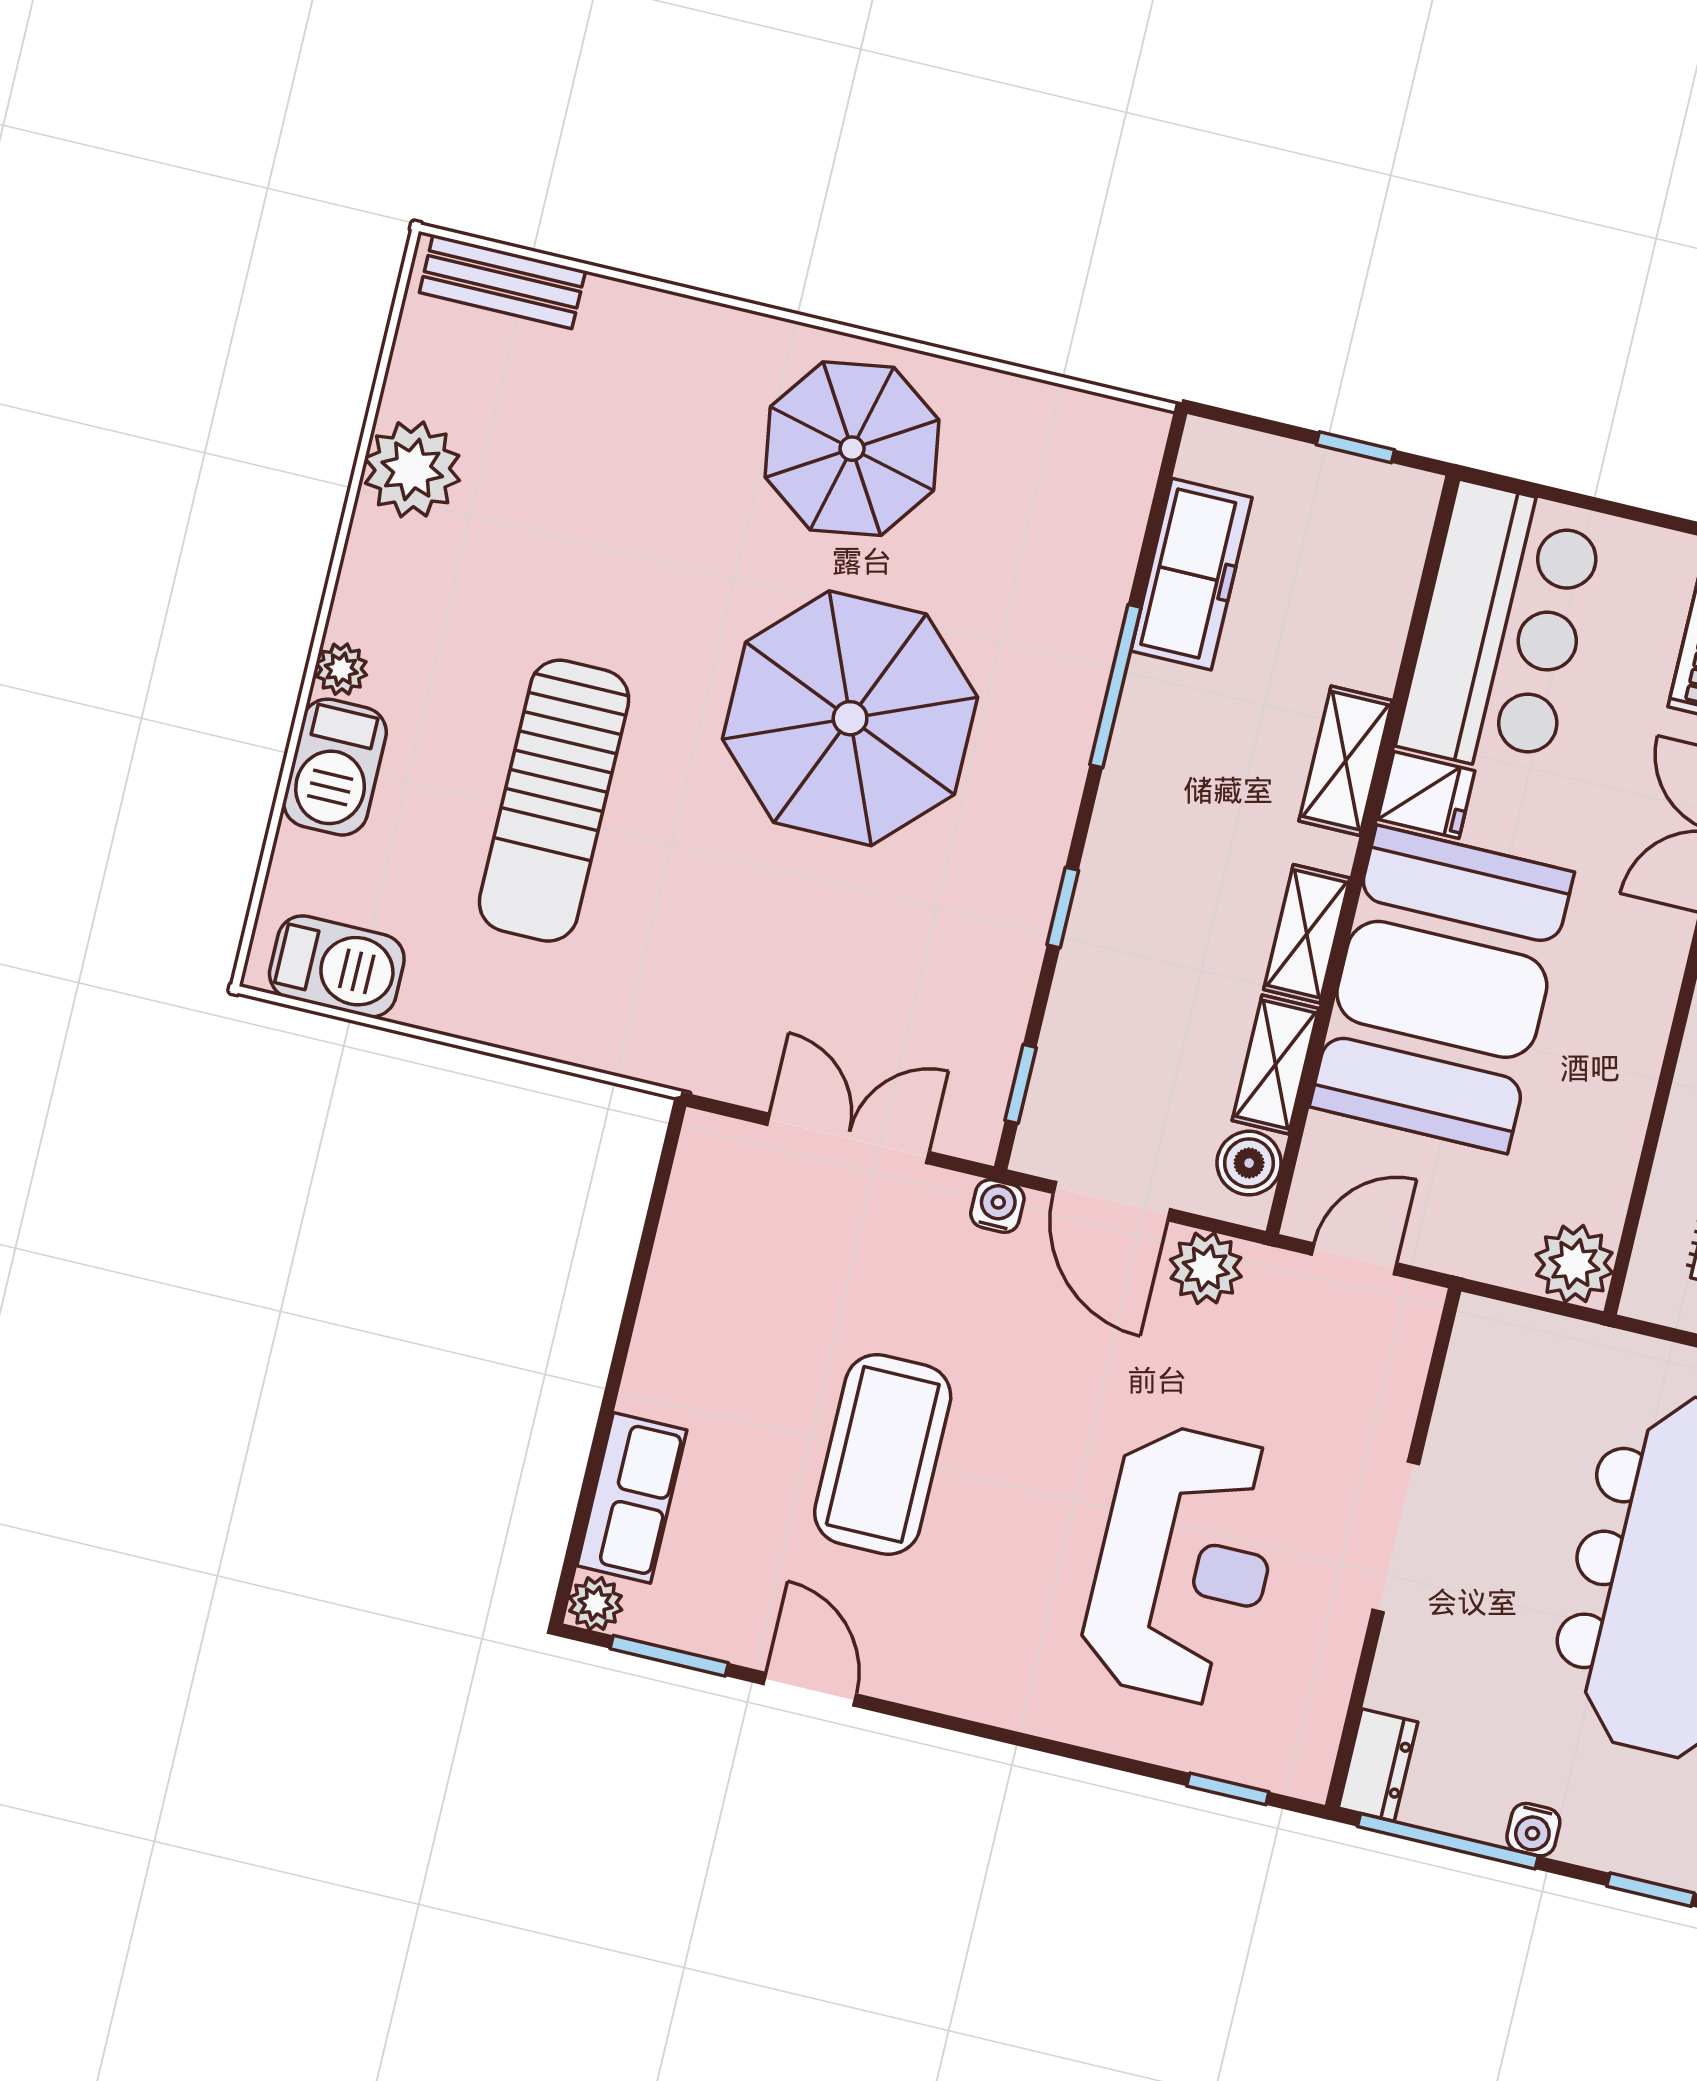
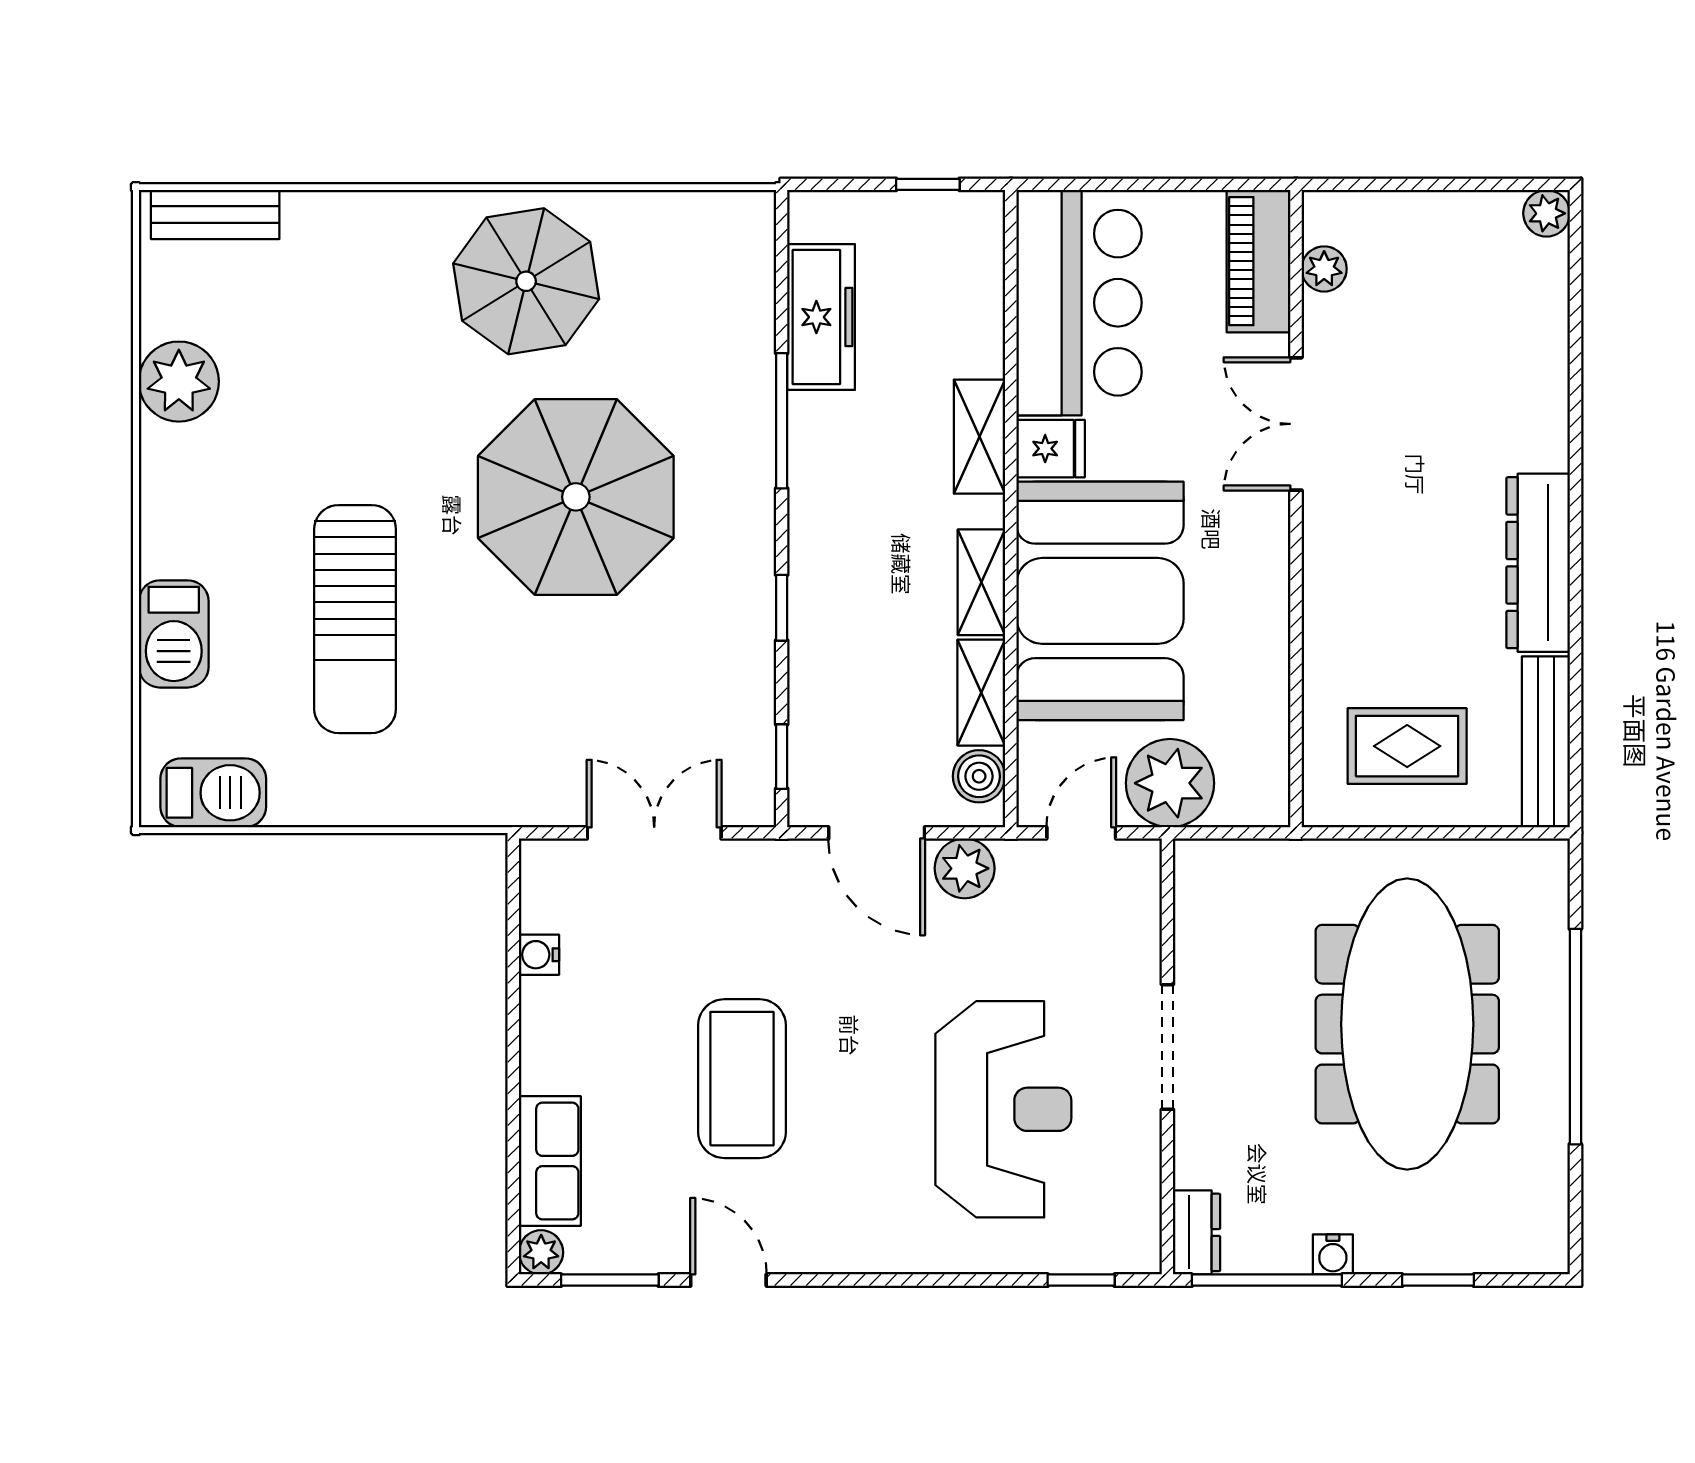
plant: (341, 669) -> (160, 555), removed
water cooler: (997, 1206) -> (539, 955), moved, turned -90
plant: (1574, 1264) -> (1170, 783), moved, width x1.36, depth x1.36

